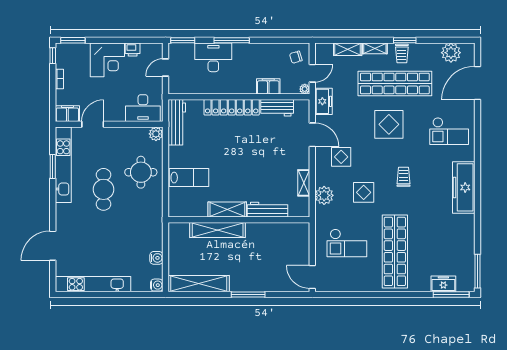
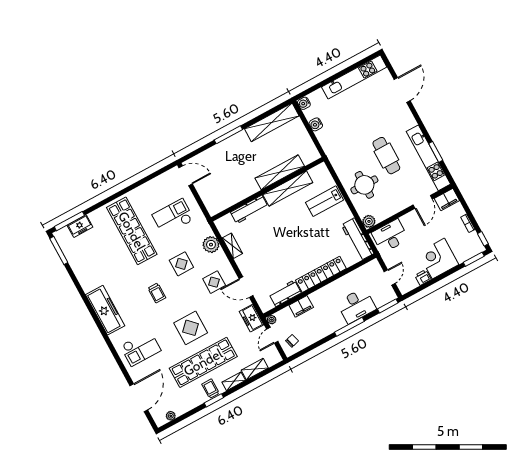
plant: (451, 53) -> (171, 416), width x0.53, depth x0.53
checkout: (449, 131) -> (141, 348), turned 180
shelving: (227, 210) -> (288, 189), width x1.47

